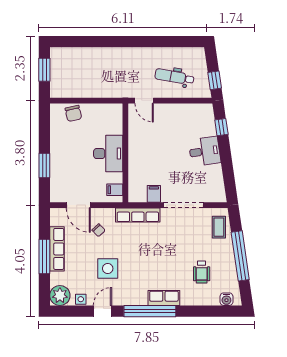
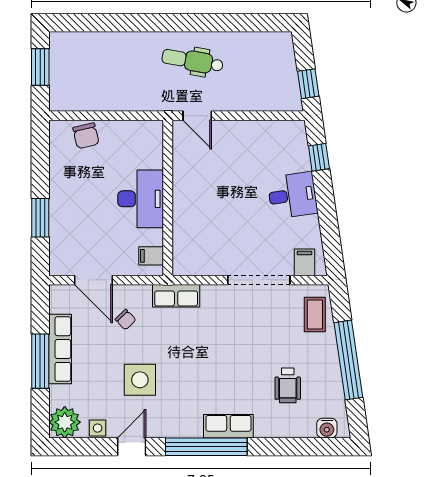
dental chair: (174, 77) -> (193, 61), moved
filing cabinet: (154, 194) -> (304, 262), moved
row of seats: (138, 215) -> (176, 296), width x0.68

